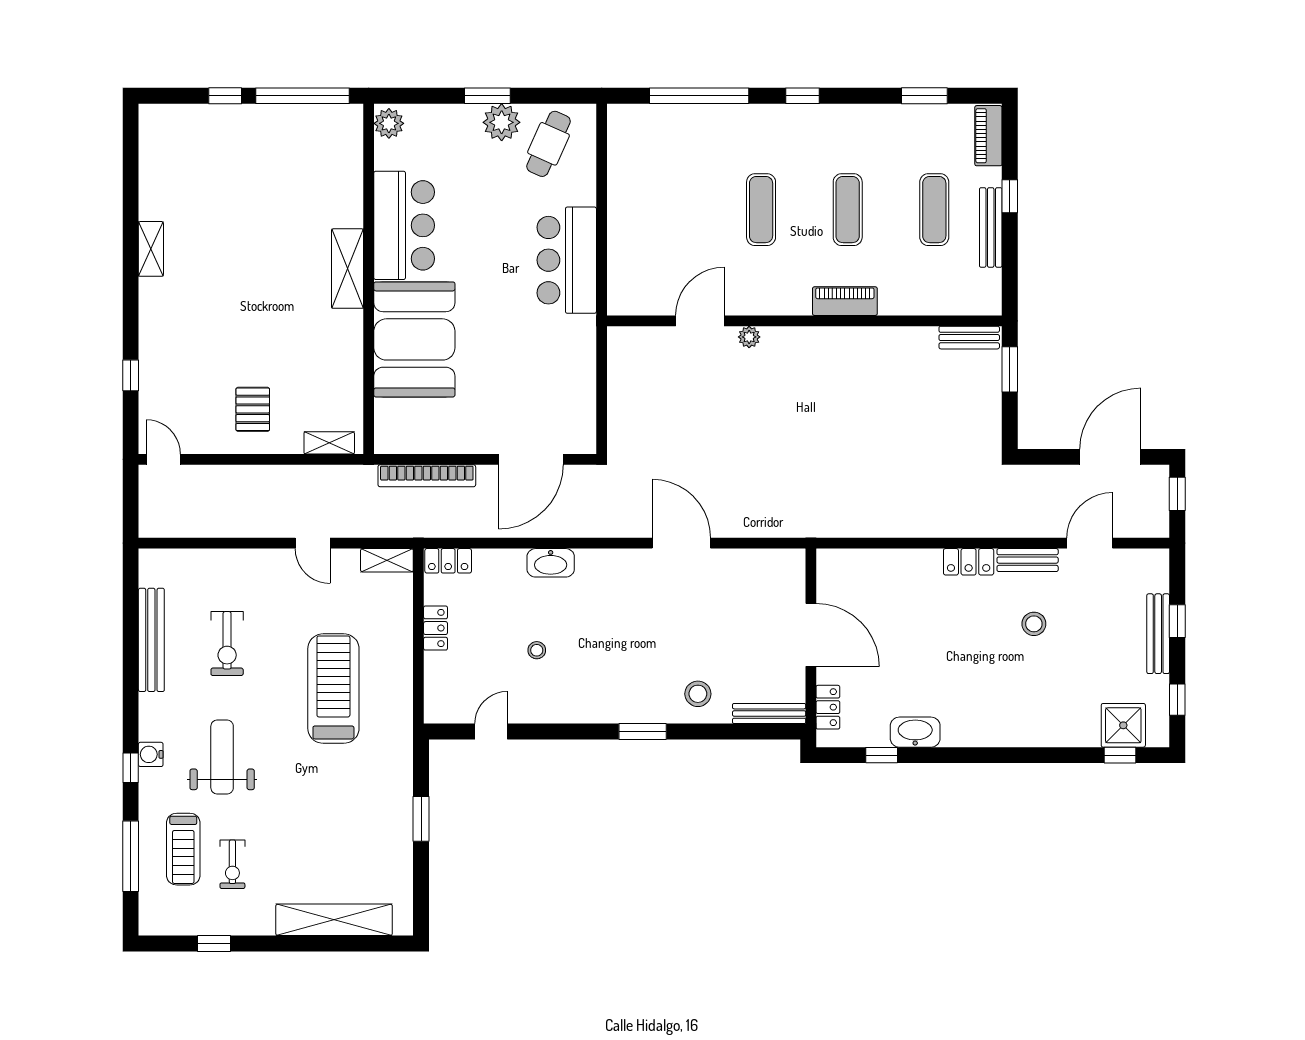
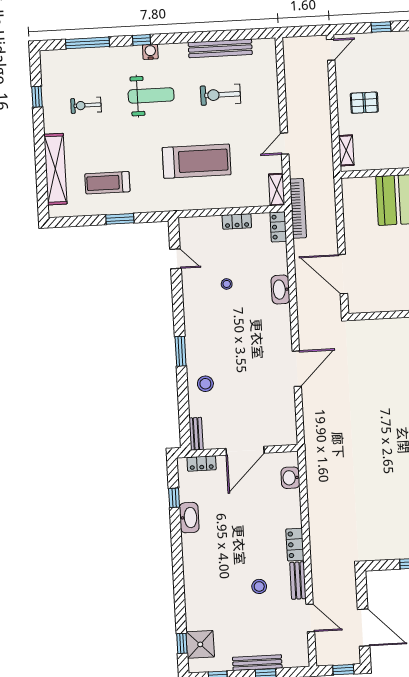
bookcase: (427, 476) -> (298, 208), moved, turned 180
washbasin: (859, 563) -> (290, 478), added
bench: (769, 714) -> (196, 434), width x0.73
treadmill: (183, 849) -> (107, 183), moved

